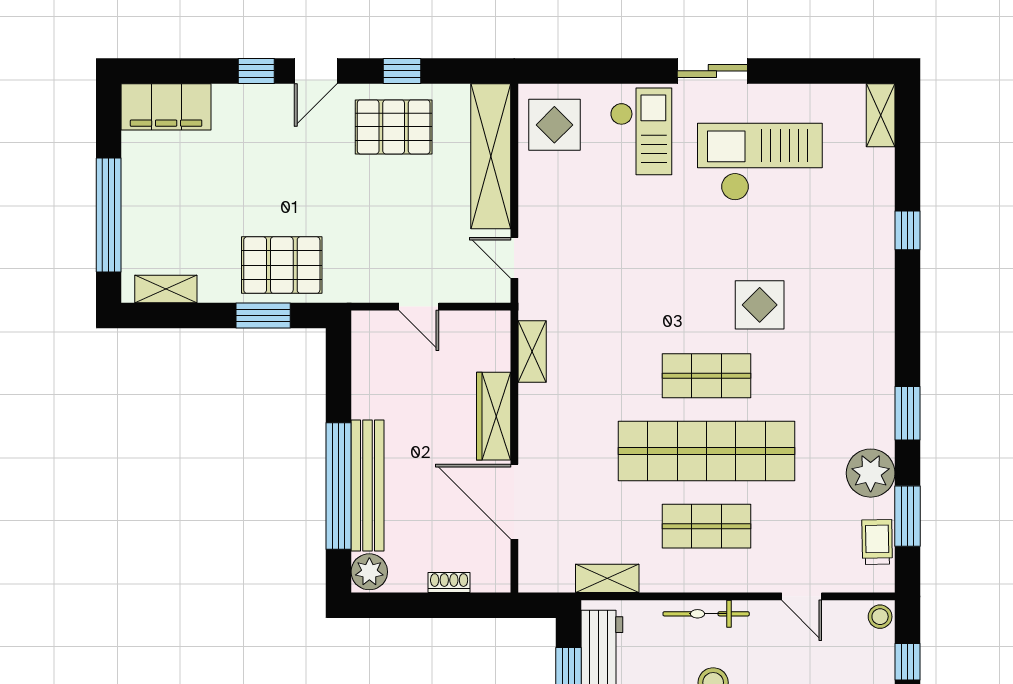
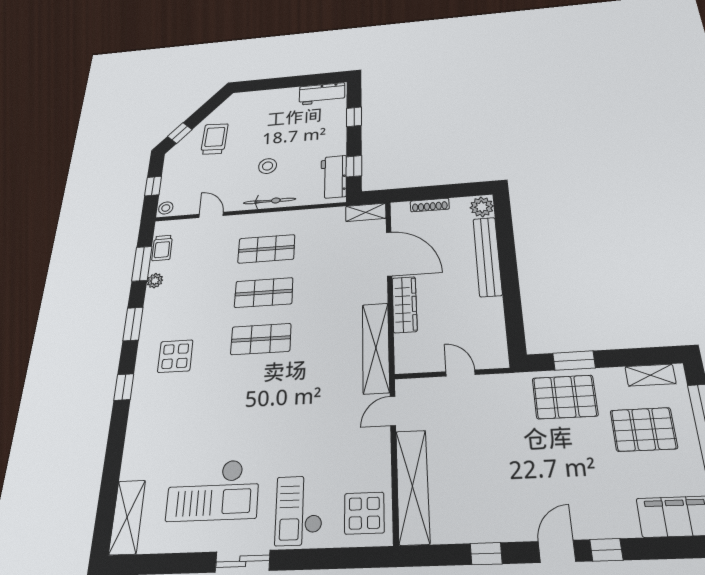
shelving: (881, 115) -> (127, 517), width x1.50, depth x1.33
pallet: (394, 127) -> (644, 429), moved
window: (907, 230) -> (124, 387), moved
door: (514, 258) -> (393, 411), swing flipped
display table: (760, 305) -> (175, 356), moved
shelving: (532, 351) -> (376, 348), width x2.20, depth x1.33
shop shelf: (706, 451) -> (264, 293), width x0.50, depth x0.74
plant: (871, 473) -> (155, 281), width x0.53, depth x0.53
window: (339, 486) -> (507, 255), removed
shelving: (607, 578) -> (366, 212), moved
shoe rack: (449, 582) -> (430, 205), width x1.43

